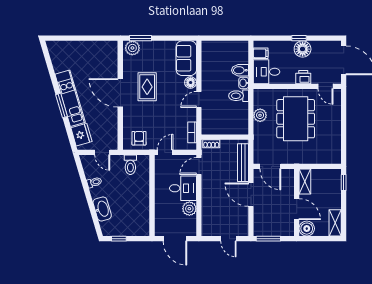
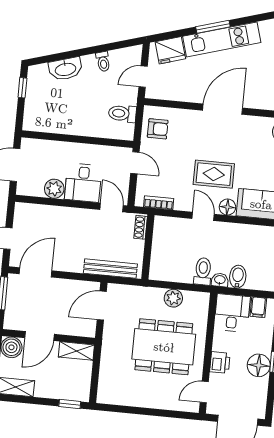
rug: (147, 87) -> (214, 174), moved
door: (251, 195) -> (36, 272), moved

